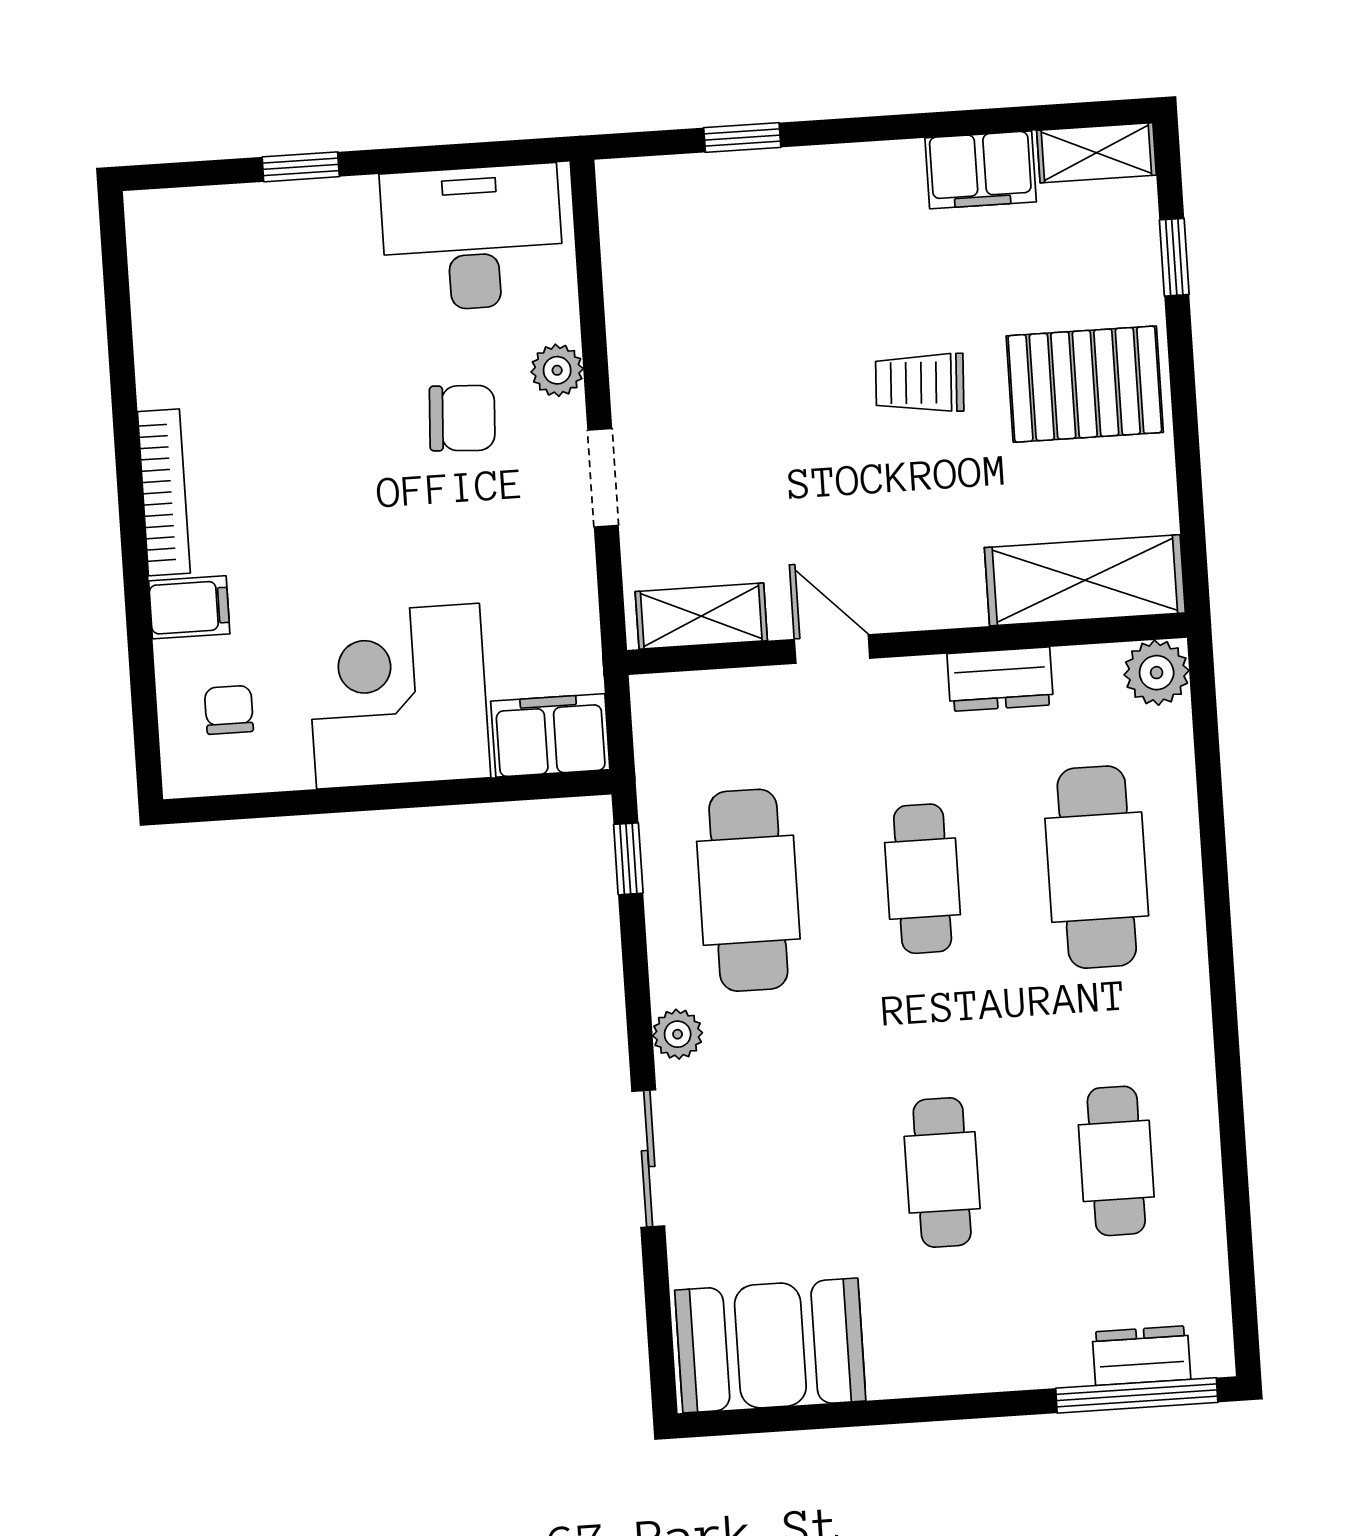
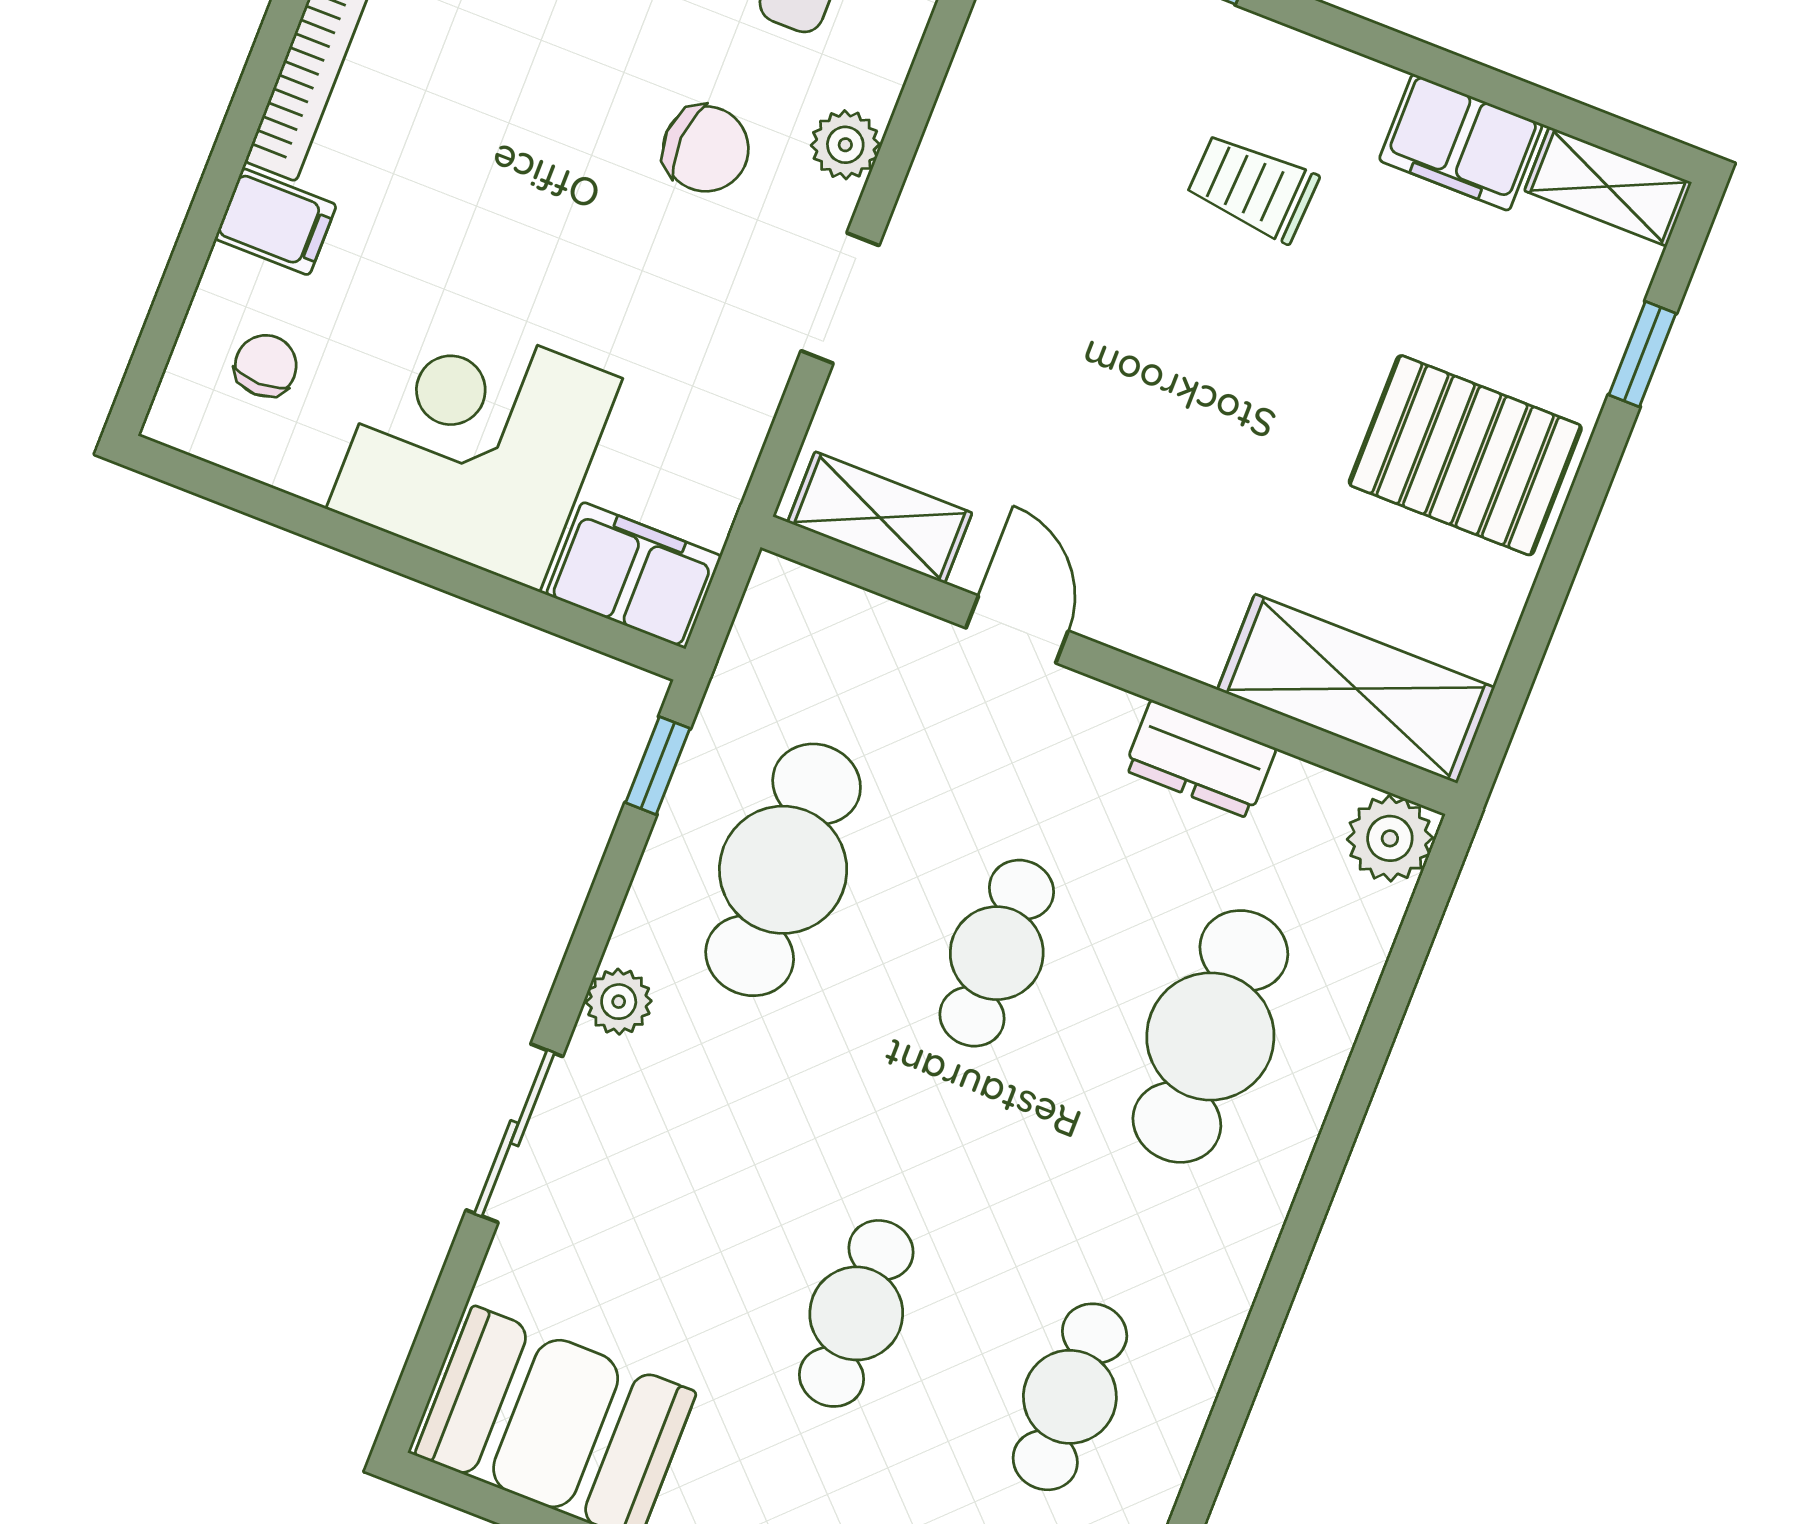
trolley: (920, 383) -> (1253, 187), moved

